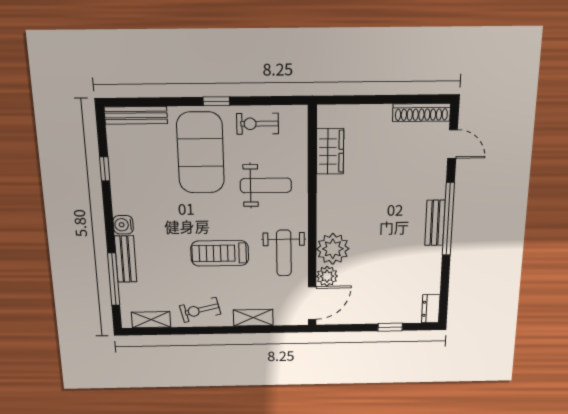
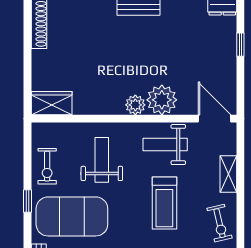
wardrobe: (330, 151) -> (52, 103), moved
weight bench: (284, 253) -> (165, 145), turned 180
plant: (327, 276) -> (135, 105), moved

